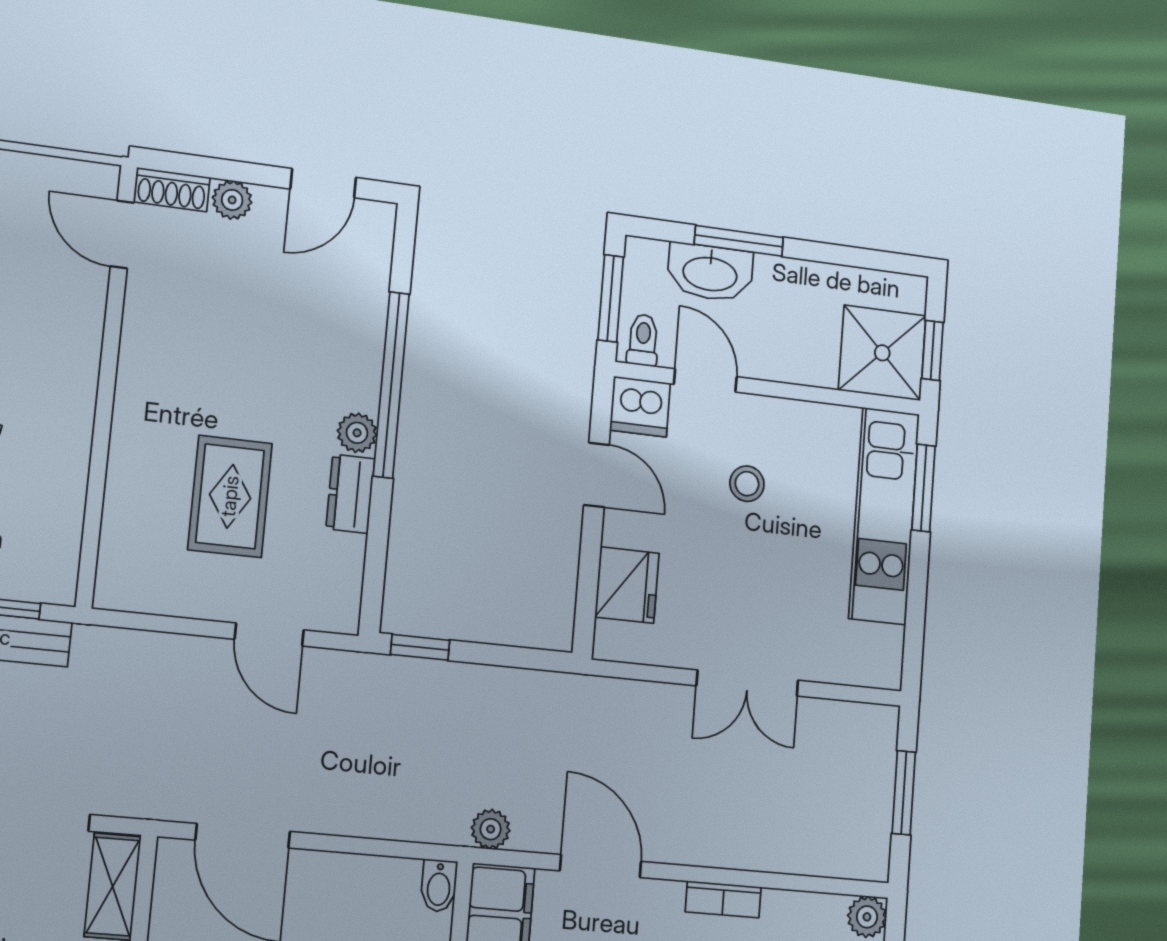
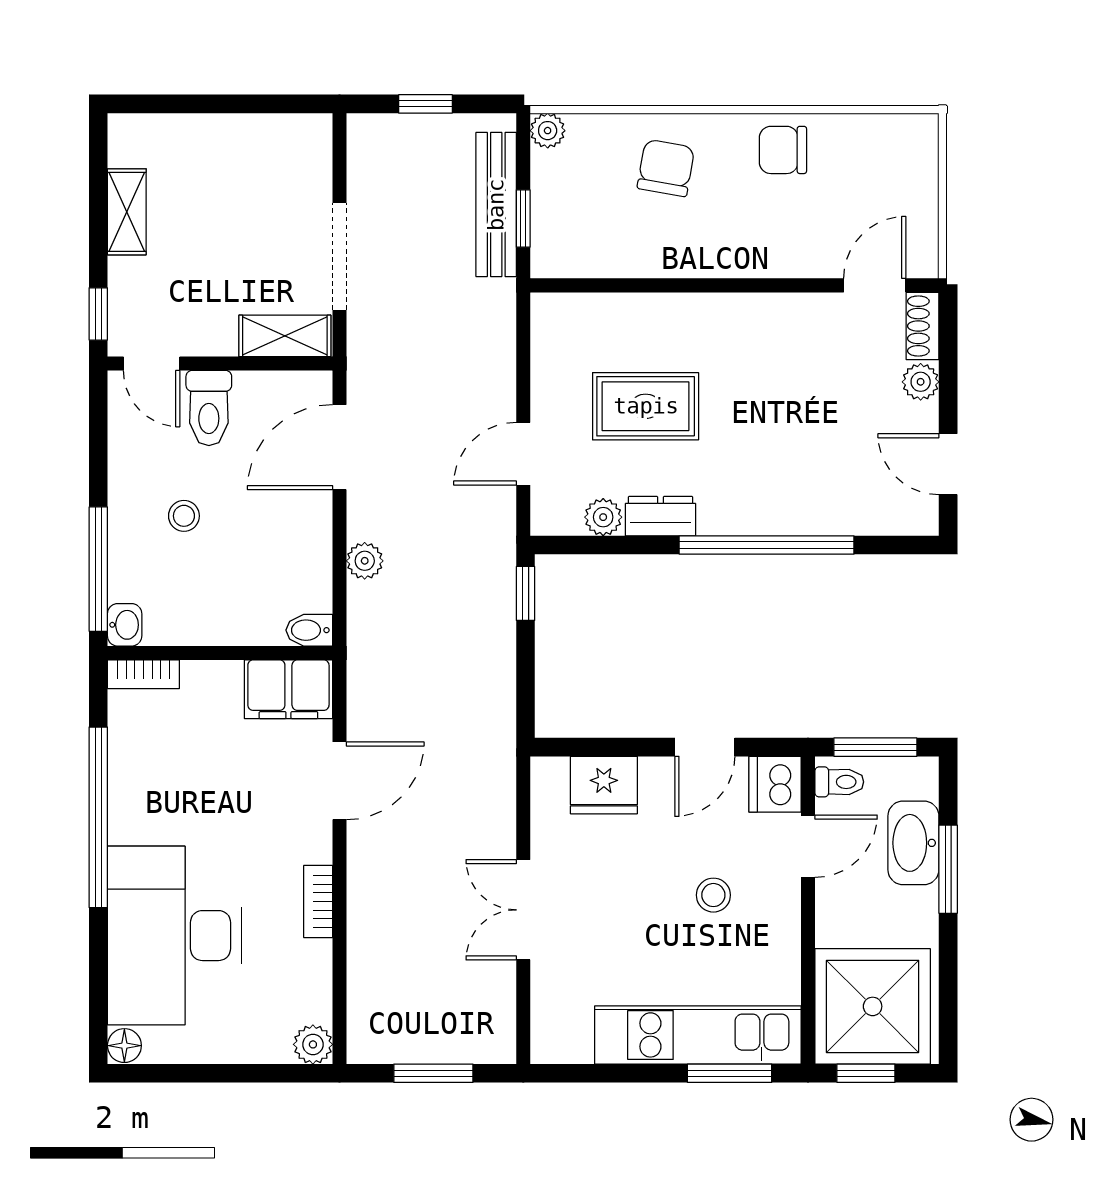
shower: (882, 353) -> (873, 1006), width x1.37, depth x1.37
plant: (357, 433) -> (603, 517), moved
plant: (491, 829) -> (365, 561), moved

